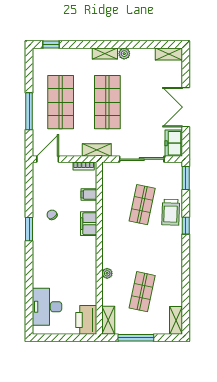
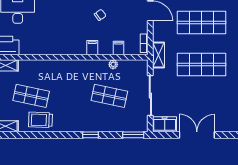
trolley: (171, 212) -> (41, 120), moved
filing cabinet: (89, 224) -> (92, 48), width x0.50
plant: (107, 273) -> (113, 64), moved

